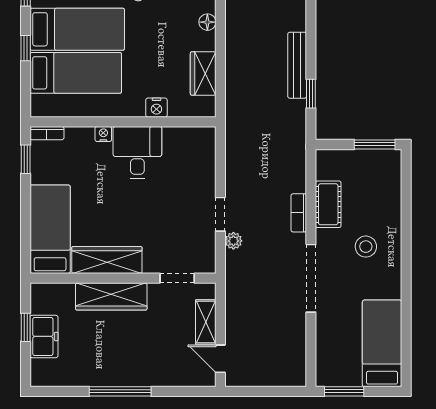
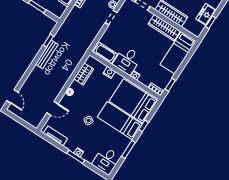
bed: (76, 73) -> (133, 101), width x1.50
cot: (188, 140) -> (105, 53), added

